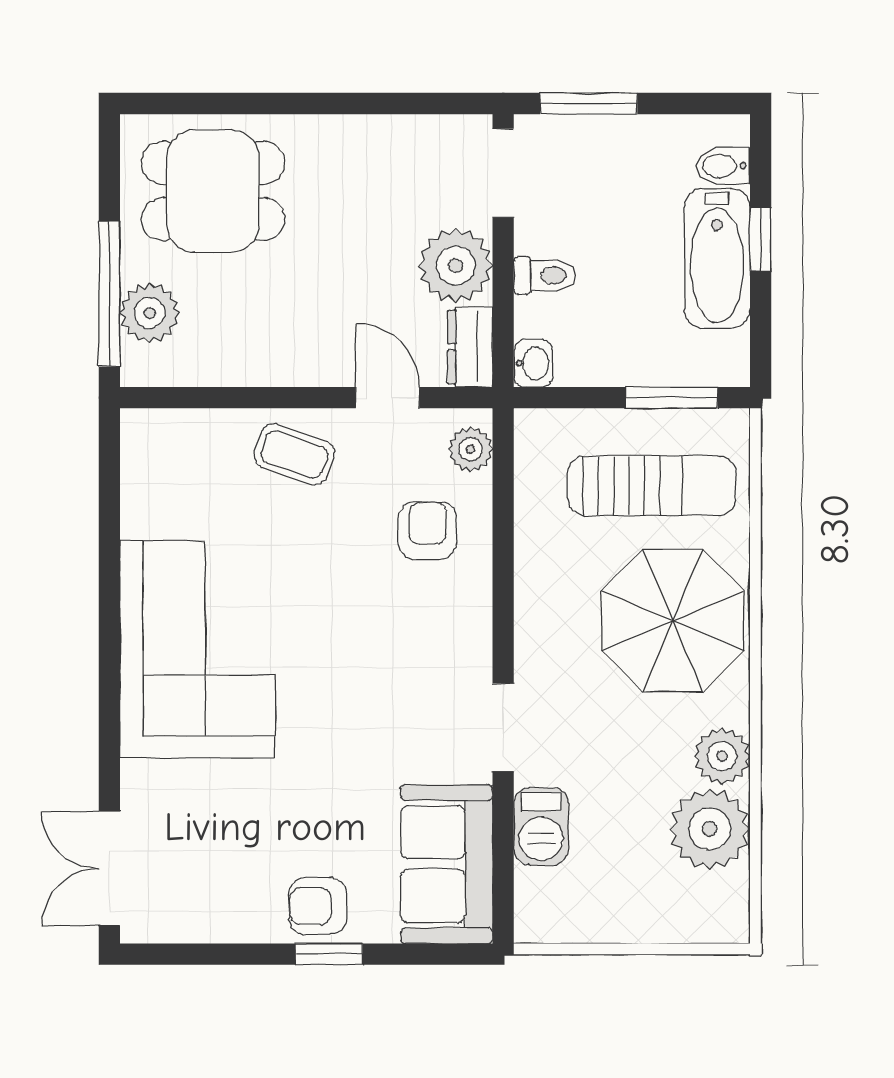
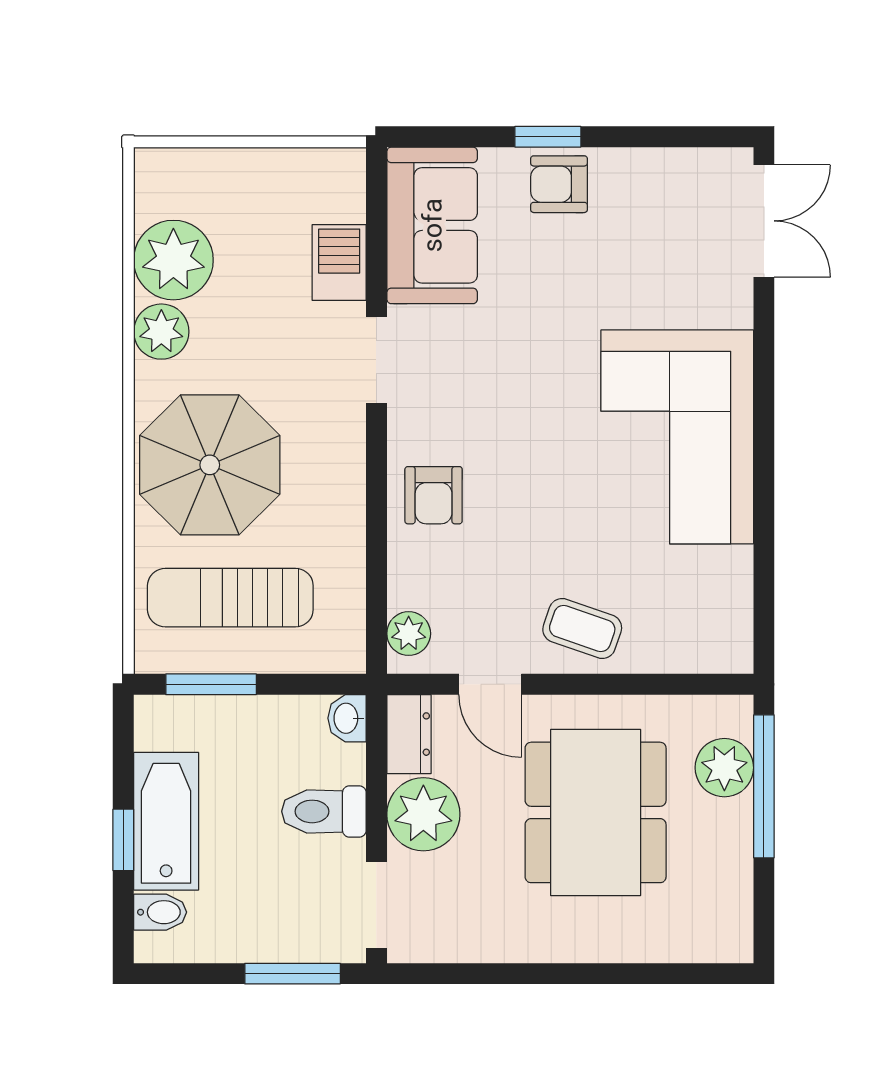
dining table: (213, 191) -> (596, 812), moved, width x1.38
toilet: (545, 275) -> (324, 811), width x1.37, depth x1.39
armchair: (428, 530) -> (434, 495), moved
armchair: (318, 906) -> (559, 184), turned 180

